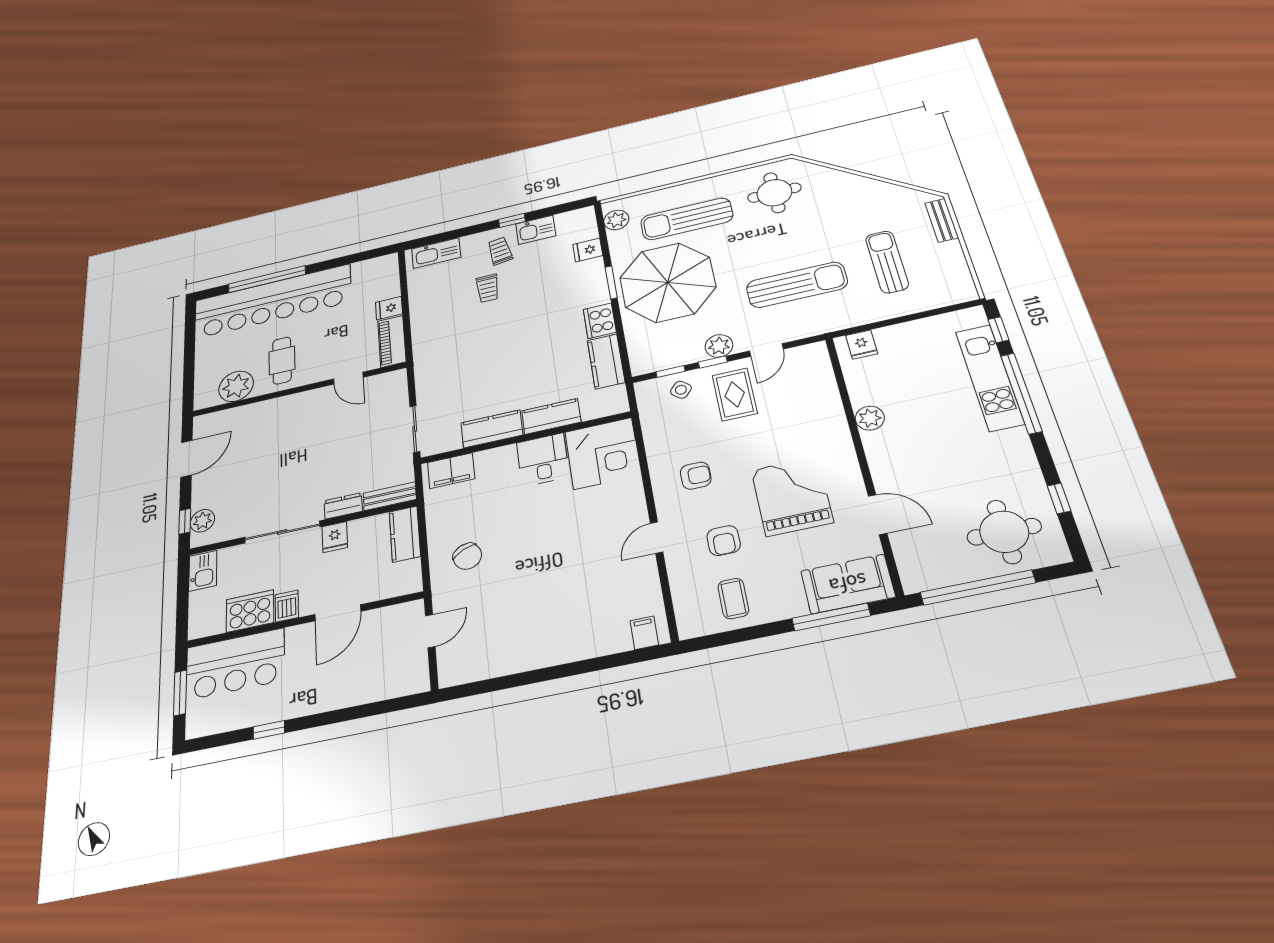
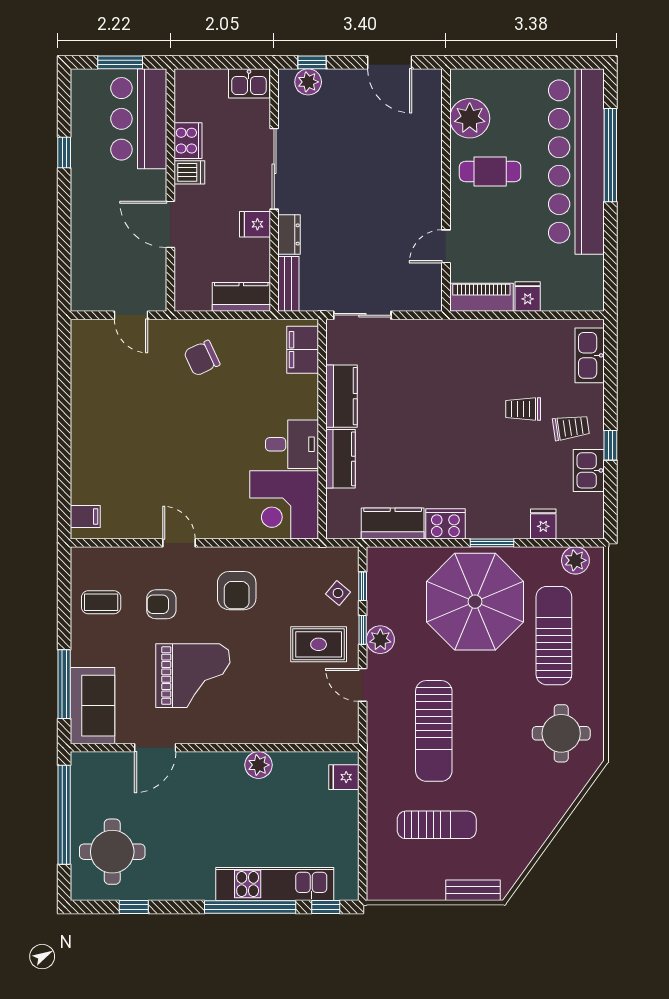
armchair: (696, 476) -> (237, 591), width x1.38, depth x1.38
cooker: (250, 611) -> (188, 141), width x0.73, depth x0.76

